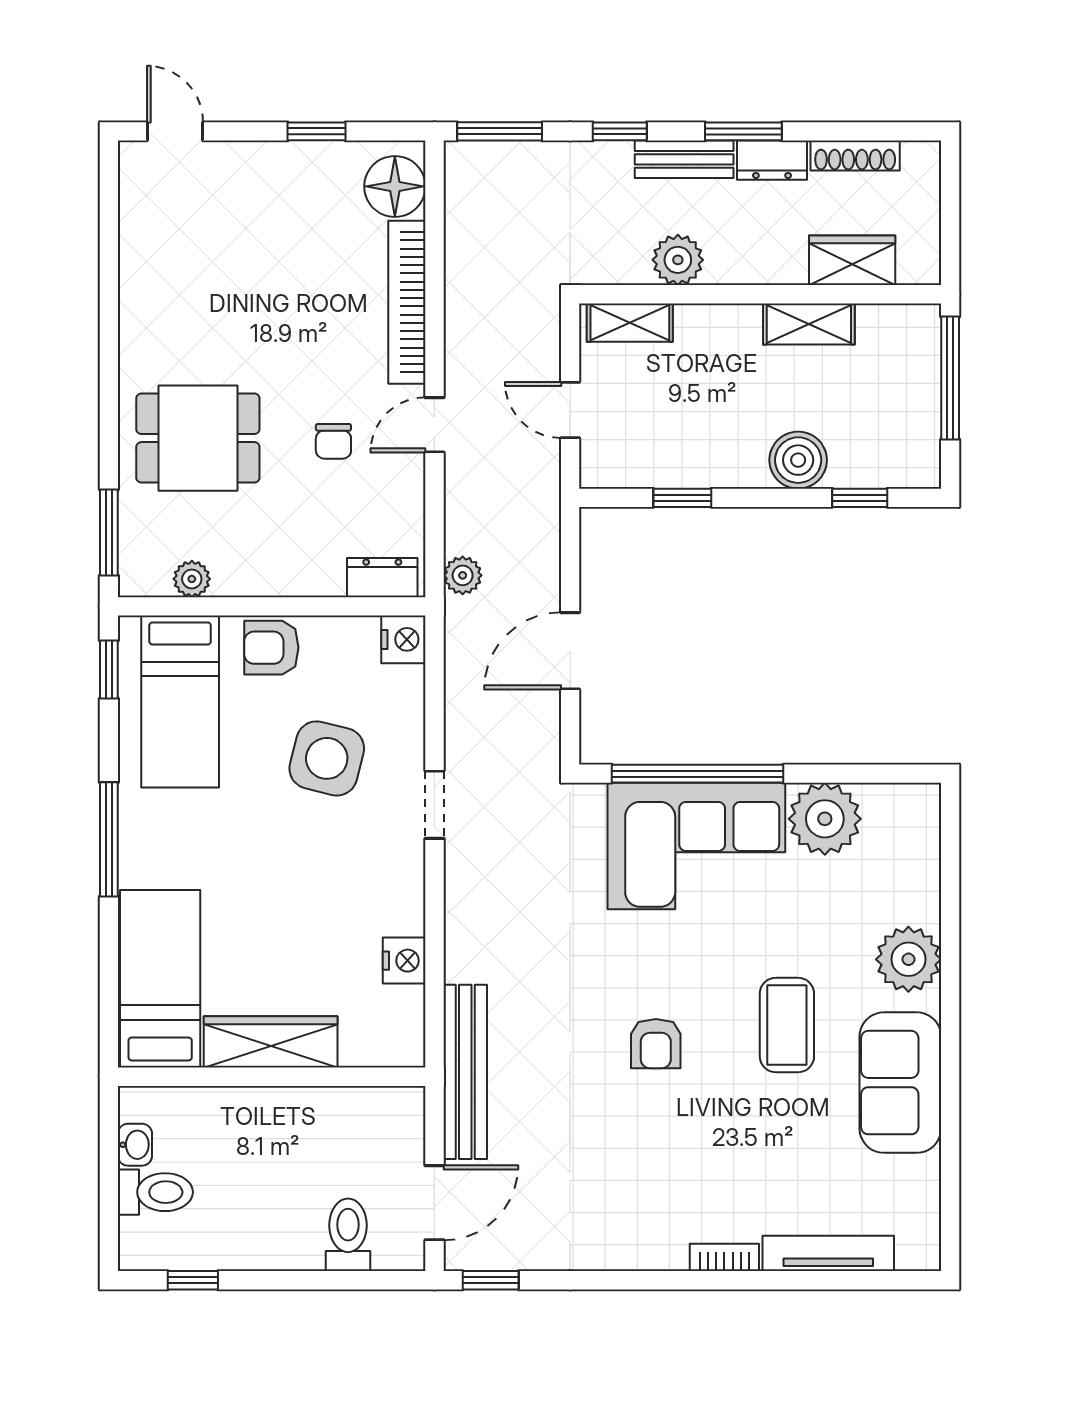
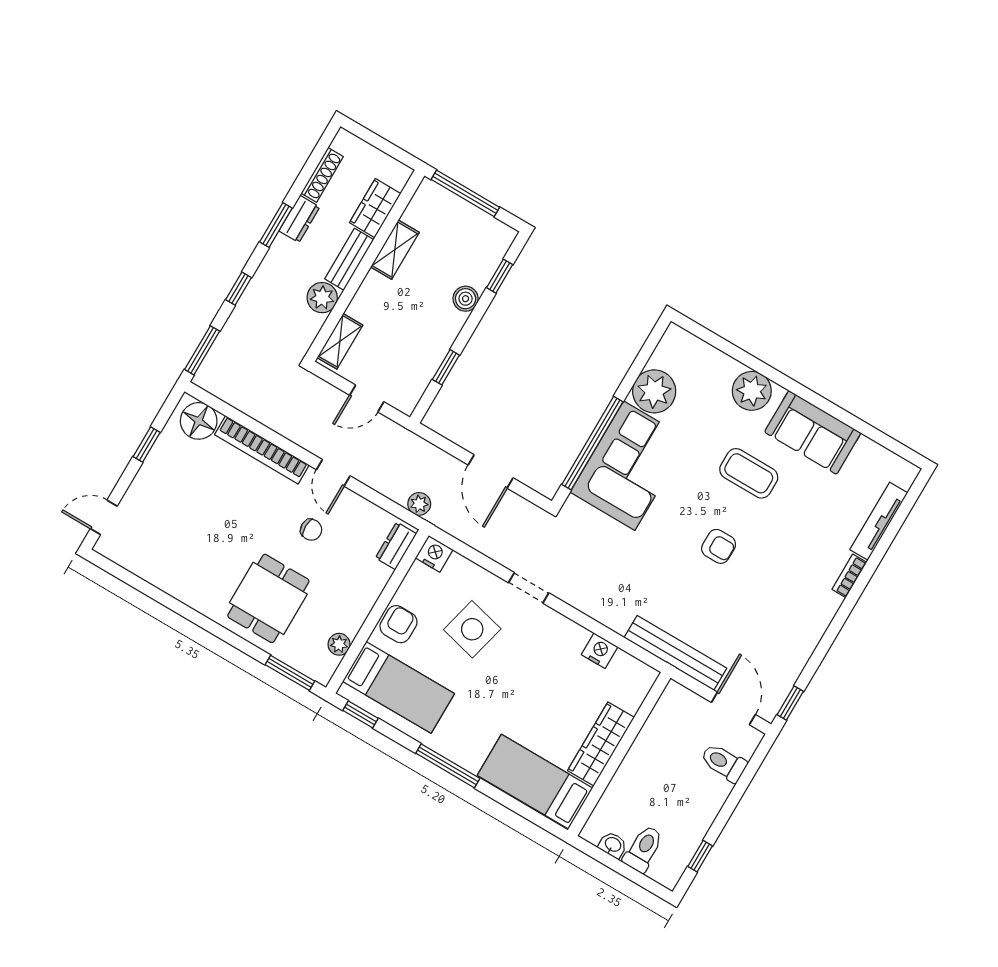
bench: (684, 159) -> (349, 259), moved
boiler: (798, 460) -> (466, 299), width x0.73, depth x0.73
armchair: (271, 648) -> (398, 624), turned 180

